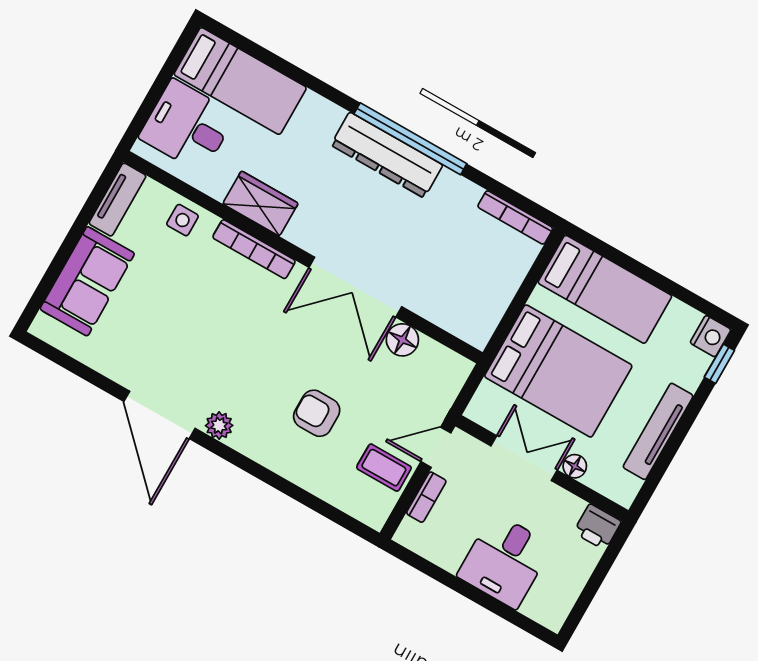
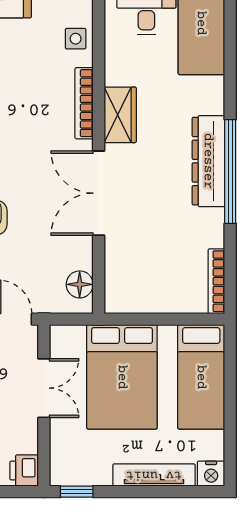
wardrobe: (260, 203) -> (120, 115), moved
floor lamp: (402, 340) -> (80, 284), moved
window: (719, 364) -> (77, 492), moved
tv unit: (658, 431) -> (154, 475), moved
floor lamp: (575, 466) -> (59, 429), removed

